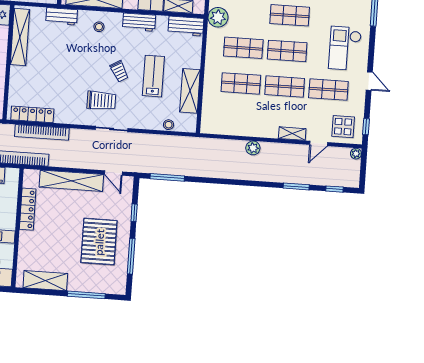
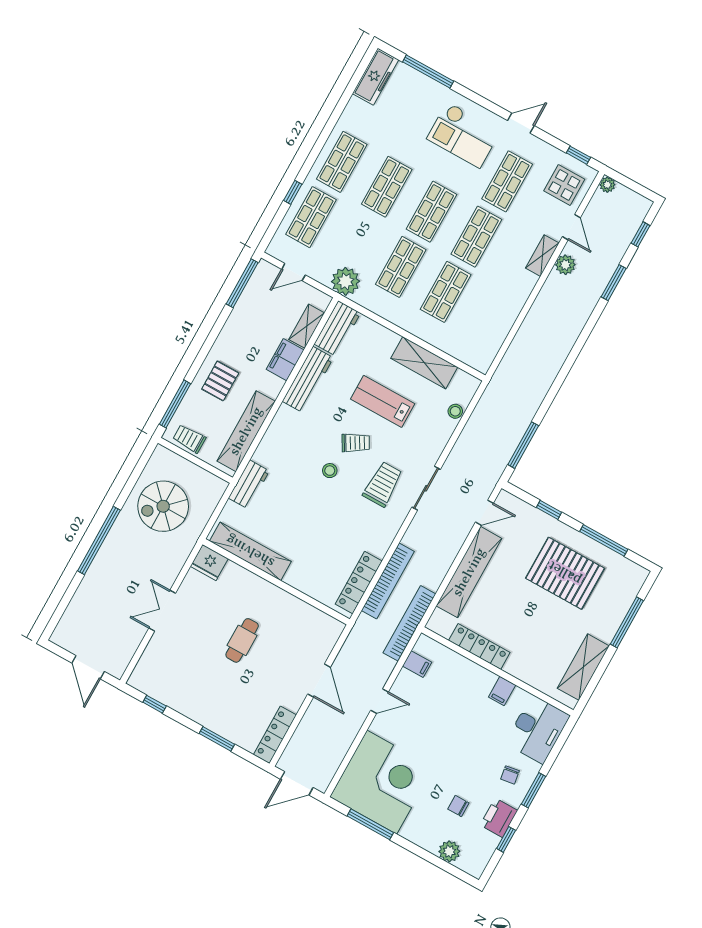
workbench: (139, 22) -> (308, 380), width x1.38
stool: (99, 27) -> (330, 471), moved
plant: (253, 148) -> (565, 265), moved

